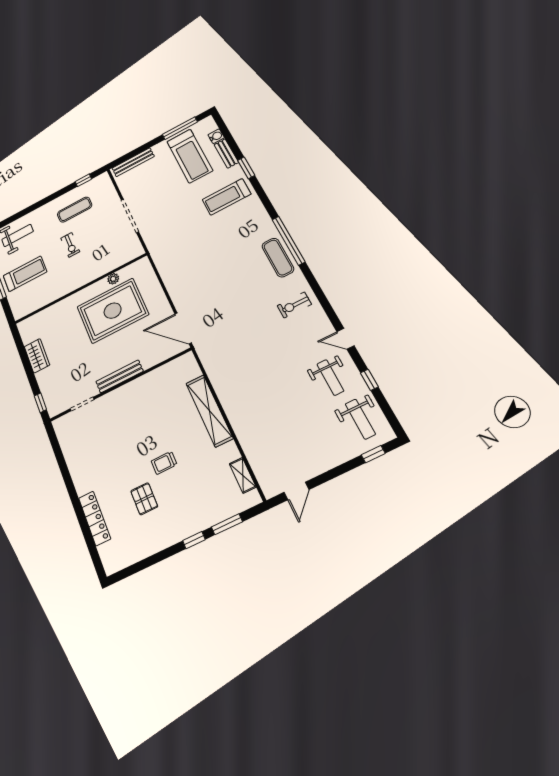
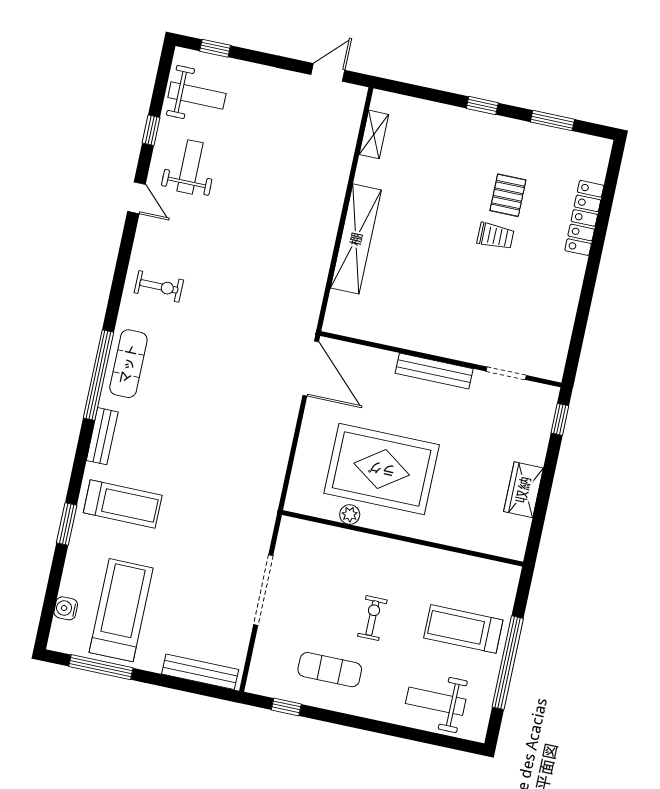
bench: (226, 153) -> (102, 436), moved
weight bench: (360, 419) -> (197, 96), turned 90
trolley: (164, 463) -> (495, 236), moved
window: (227, 524) -> (552, 121), moved

